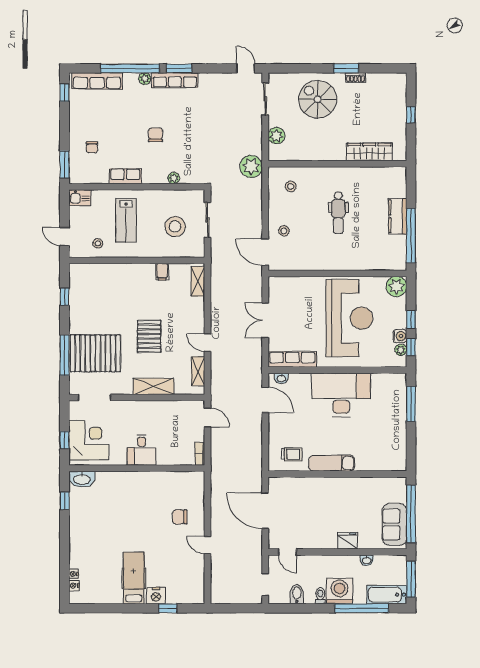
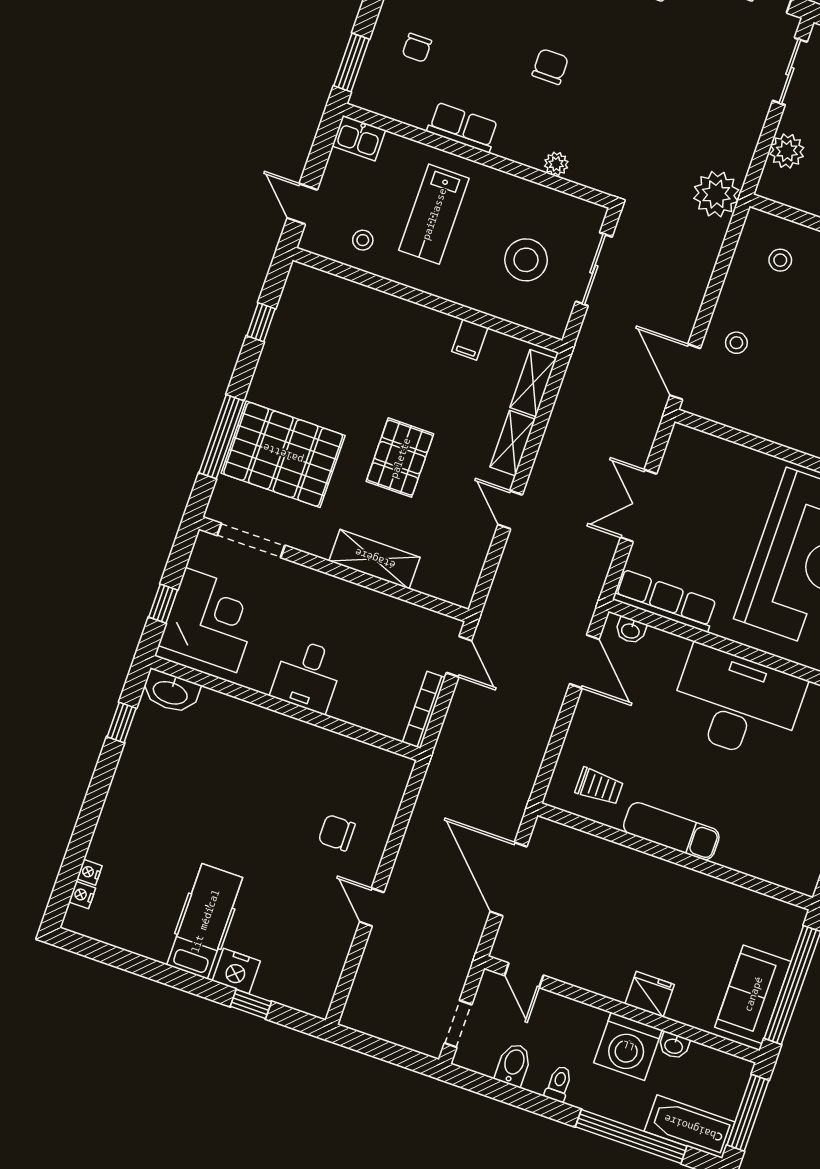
shelving: (198, 371) -> (513, 443), moved
bookcase: (200, 454) -> (424, 710), width x1.56
washing machine: (339, 591) -> (628, 1046), moved, turned 180

